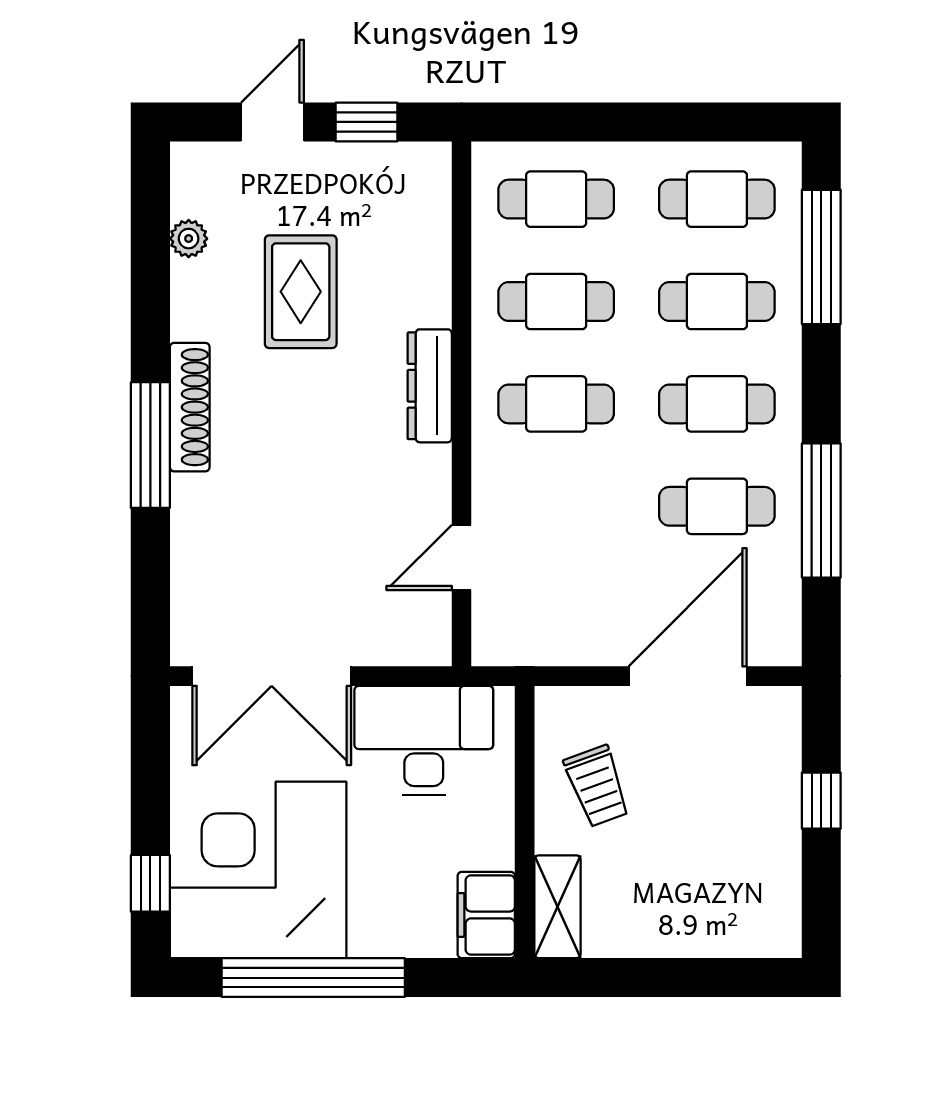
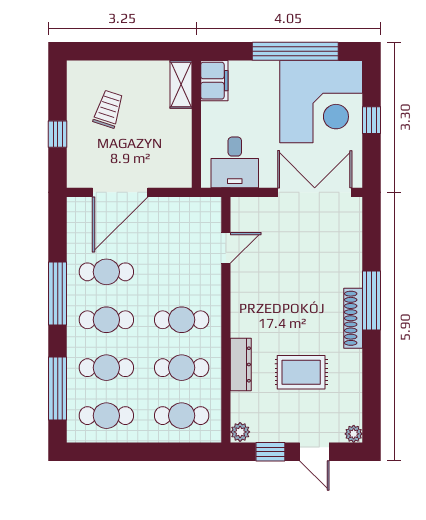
door: (272, 122) -> (314, 452), hinge flipped
plant: (431, 164) -> (240, 432), added
plant: (189, 239) -> (354, 434), moved
rug: (301, 292) -> (301, 372), turned 90
dresser: (430, 386) -> (241, 364), moved
window: (821, 510) -> (58, 294), moved
desk: (424, 740) -> (235, 162), width x0.73
trolley: (597, 786) -> (108, 109), moved, turned 38
window: (150, 883) -> (371, 120), moved

